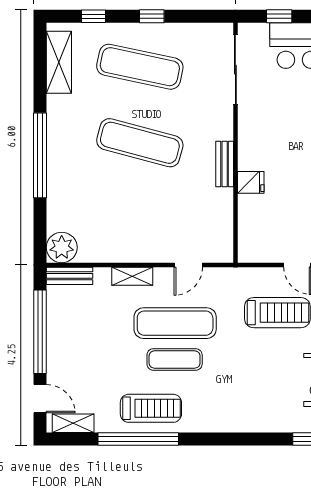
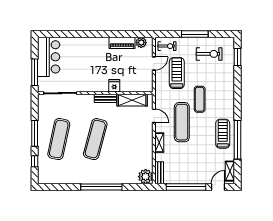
window: (152, 16) -> (35, 133), width x2.17
window: (279, 16) -> (35, 72), width x2.17
shelving: (59, 62) -> (132, 100), moved
exercise mat: (175, 359) -> (200, 99), moved

